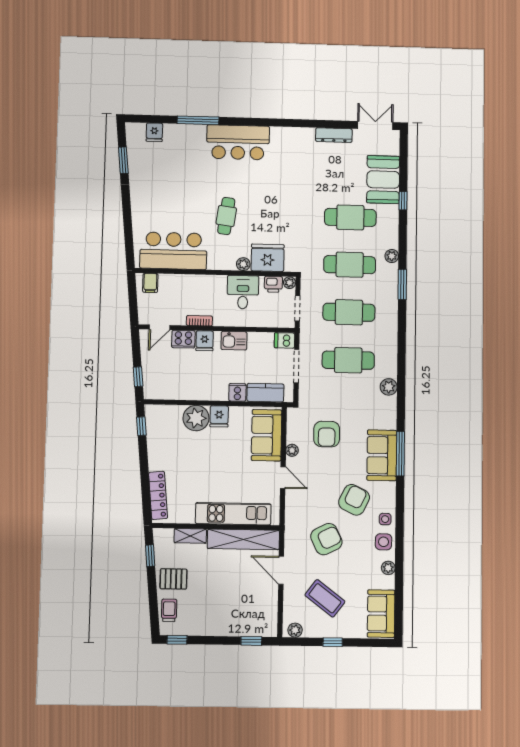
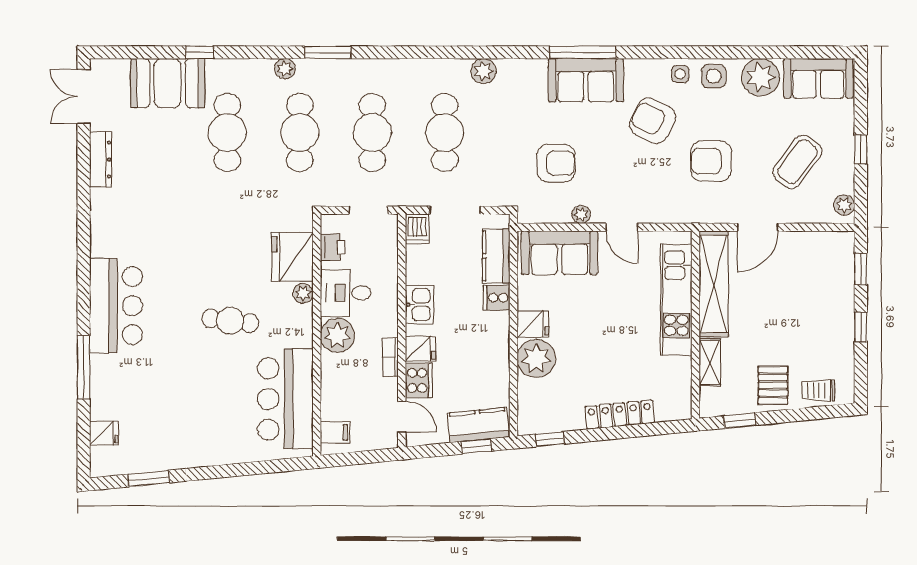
plant: (290, 283) -> (337, 335), moved, width x1.88, depth x1.88
kitchen counter: (152, 378) -> (478, 425), added
door: (283, 478) -> (622, 227), swing flipped
locker: (158, 495) -> (620, 415), moved
armchair: (326, 539) -> (711, 161), turned -64
plant: (388, 568) -> (760, 77), width x1.88, depth x1.88
window: (177, 640) -> (861, 327), moved

